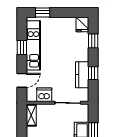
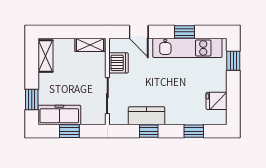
fridge: (82, 24) -> (217, 101), moved

